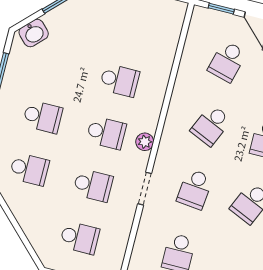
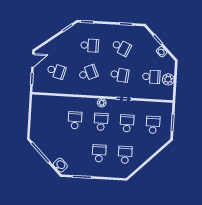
school desk: (211, 125) -> (88, 73), turned -48

